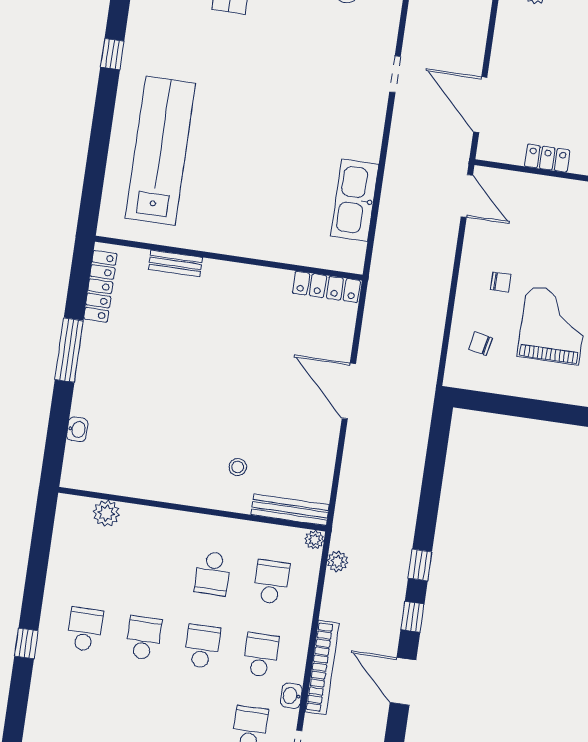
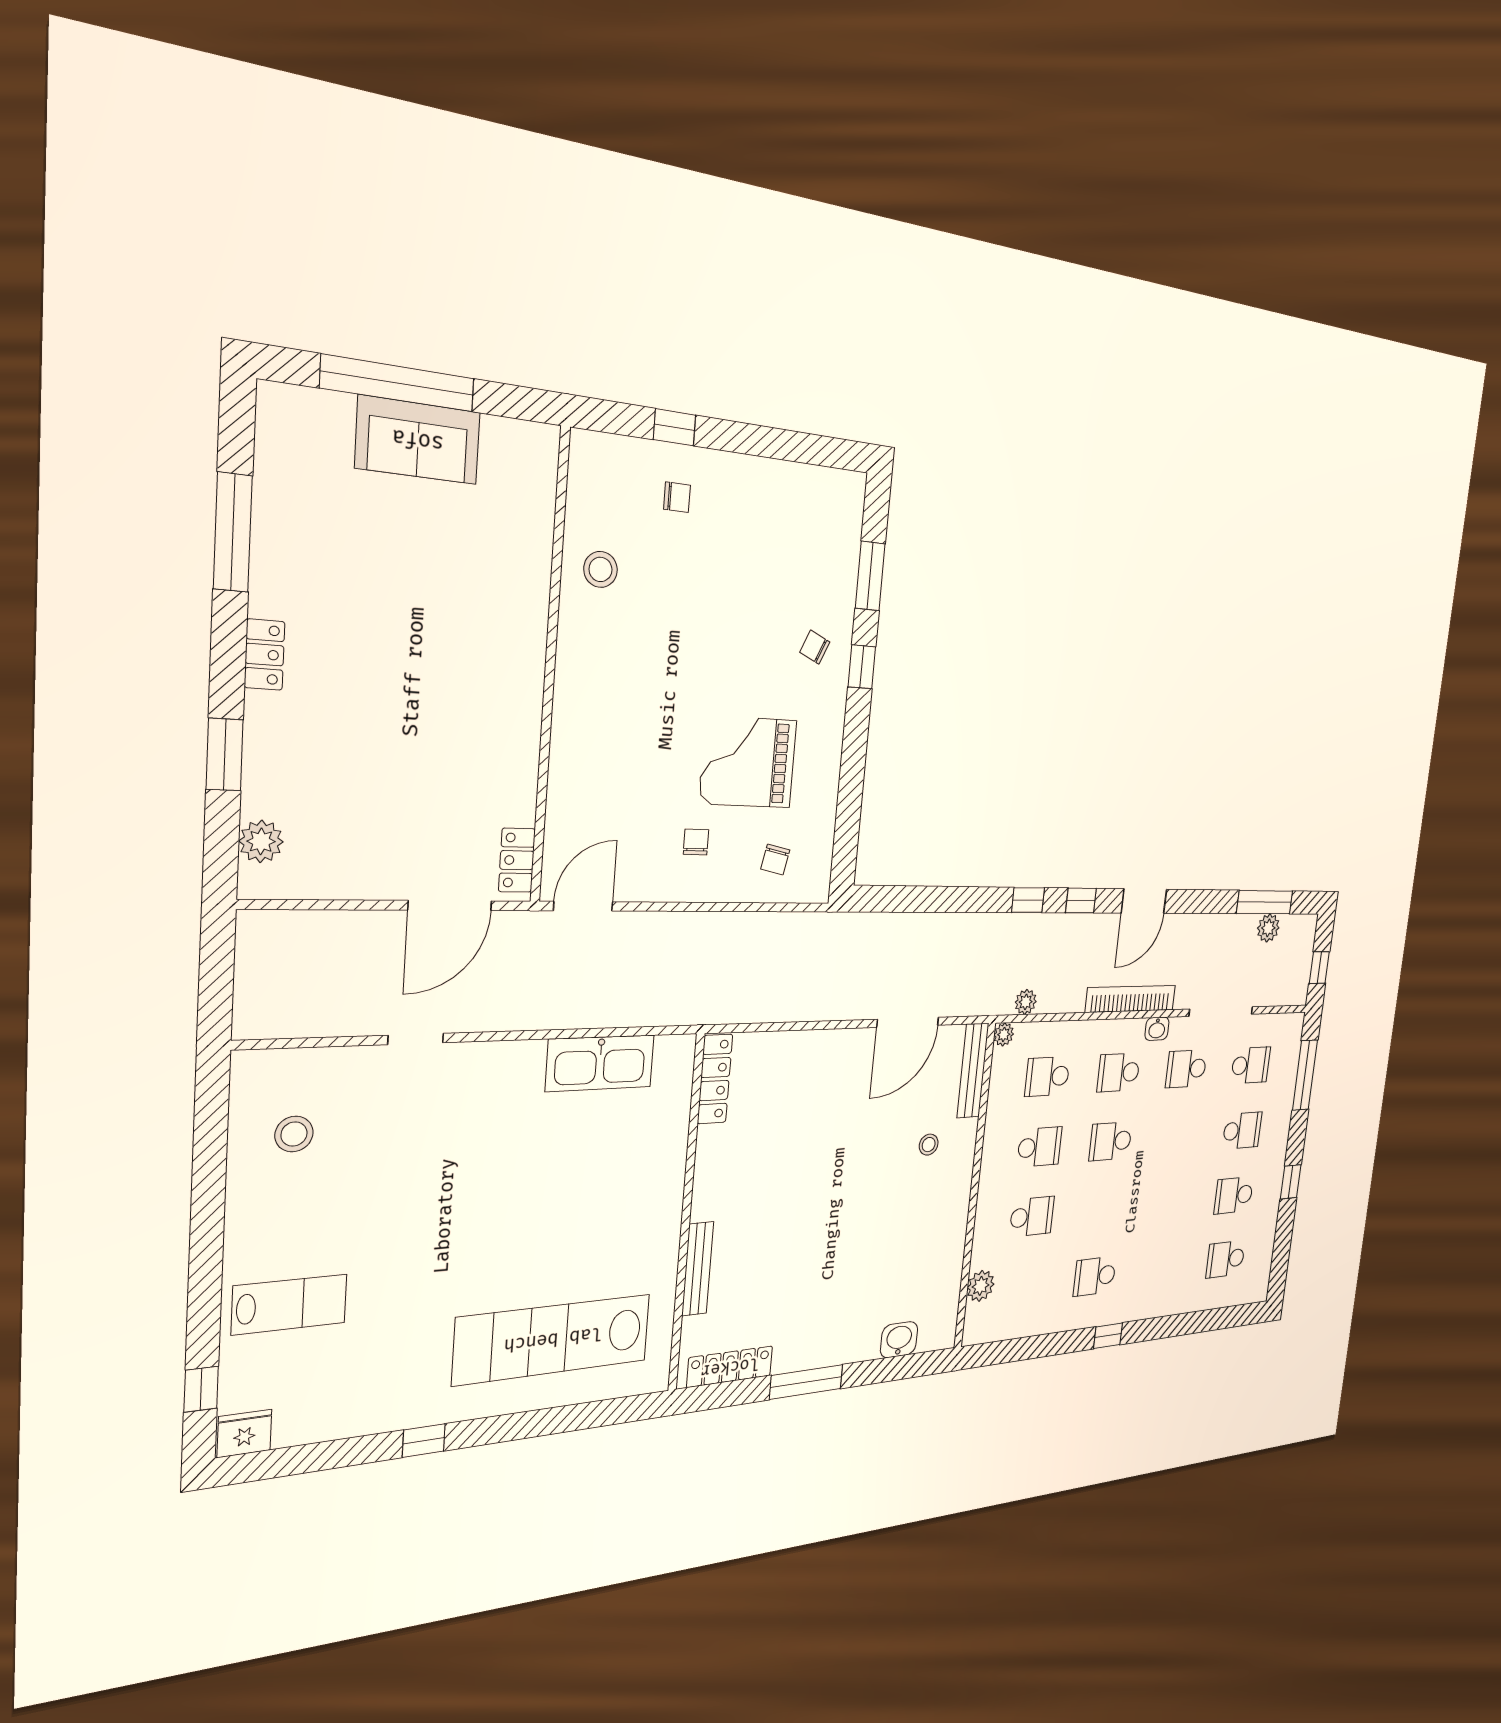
locker: (547, 158) -> (517, 860), moved
bench: (175, 263) -> (698, 1269), width x1.36
door: (349, 391) -> (908, 1022), moved
washbasin: (77, 429) -> (899, 1340), width x1.38, depth x1.45
school desk: (143, 638) -> (1032, 1217), moved, turned 180

